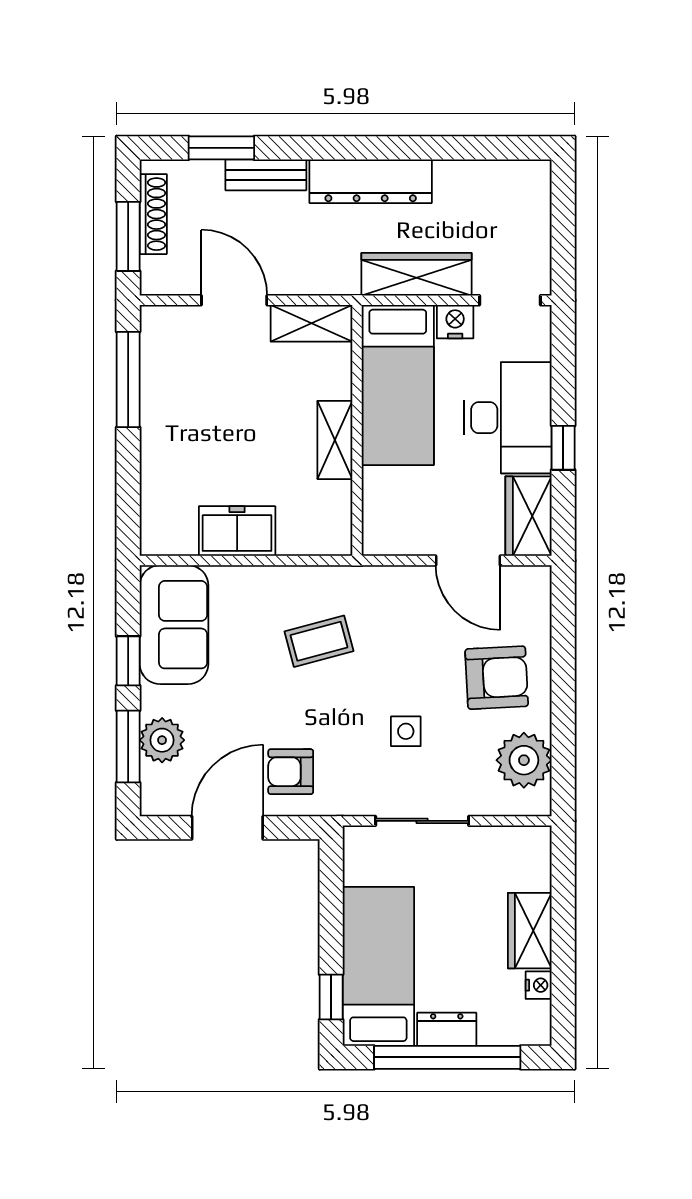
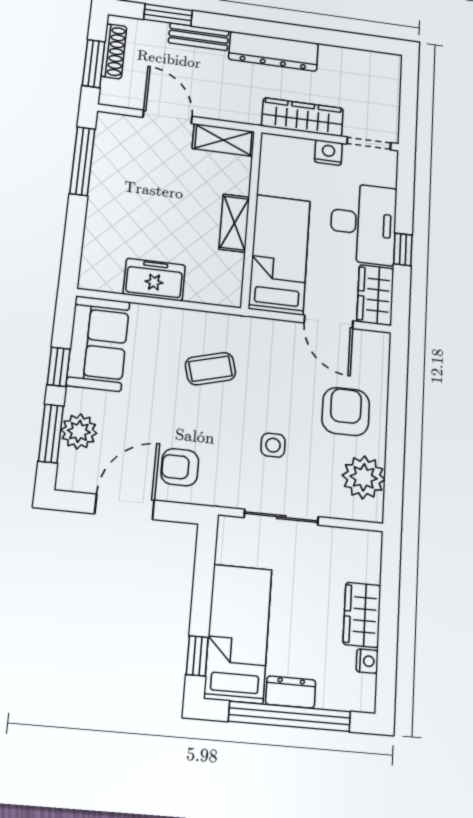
bed: (398, 385) -> (280, 254), moved, turned 180
armchair: (497, 678) -> (346, 412), turned -87

